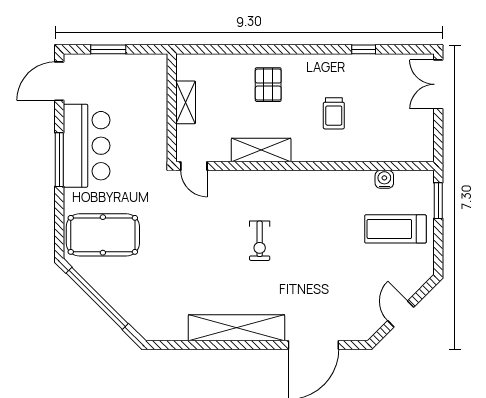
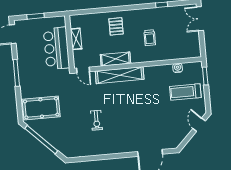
bar counter: (87, 146) -> (56, 48), moved, turned 180
exercise bike: (260, 241) -> (96, 120), moved
door: (401, 314) -> (199, 125), moved
shelving: (236, 328) -> (120, 75), moved

